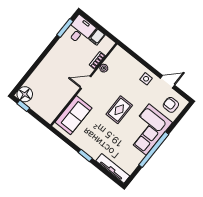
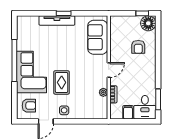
armchair: (48, 82) -> (138, 47), added
rug: (119, 110) -> (62, 82), moved
tv unit: (113, 168) -> (57, 21), moved

